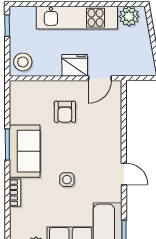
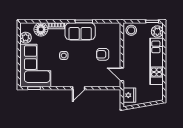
plant: (129, 16) -> (157, 32), moved
fridge: (75, 65) -> (129, 95), moved
door: (124, 174) -> (79, 88), moved
floor lamp: (21, 220) -> (41, 29), added

